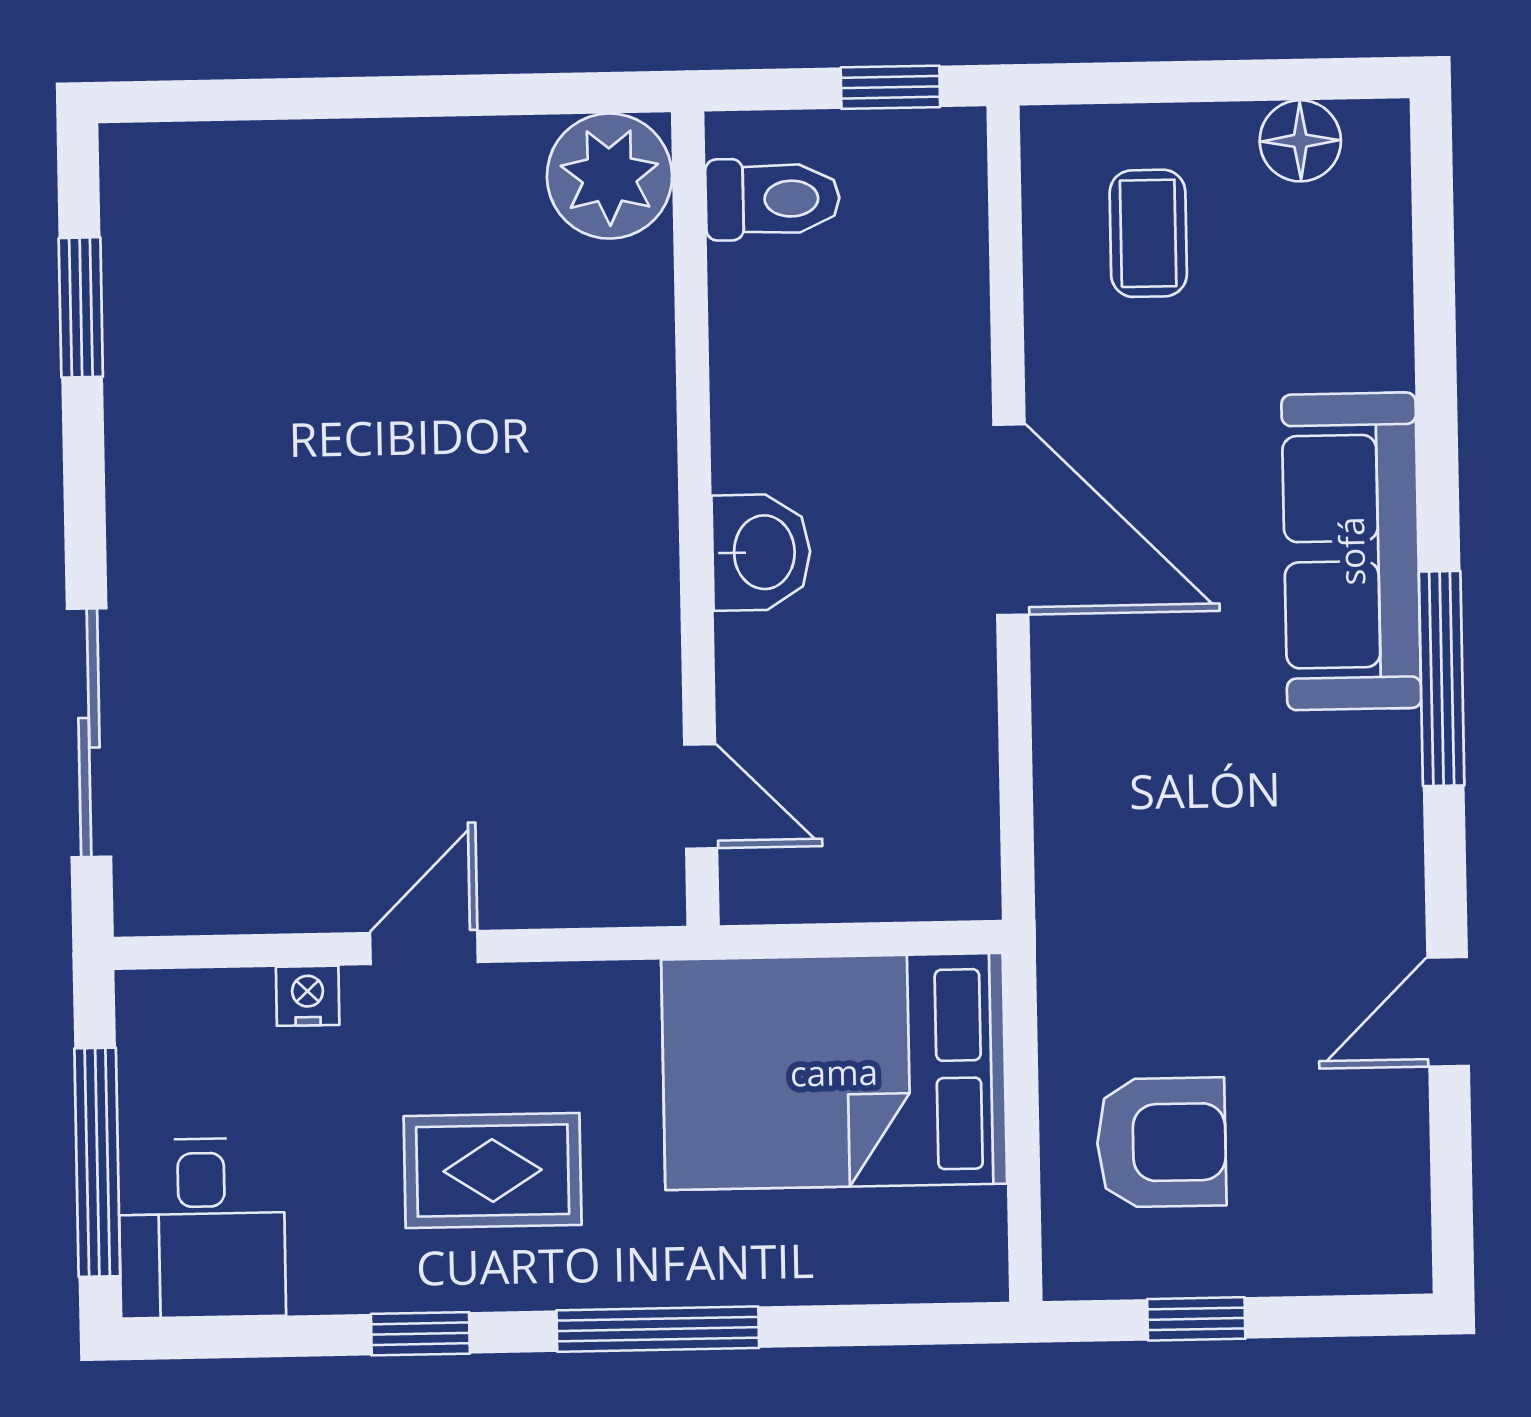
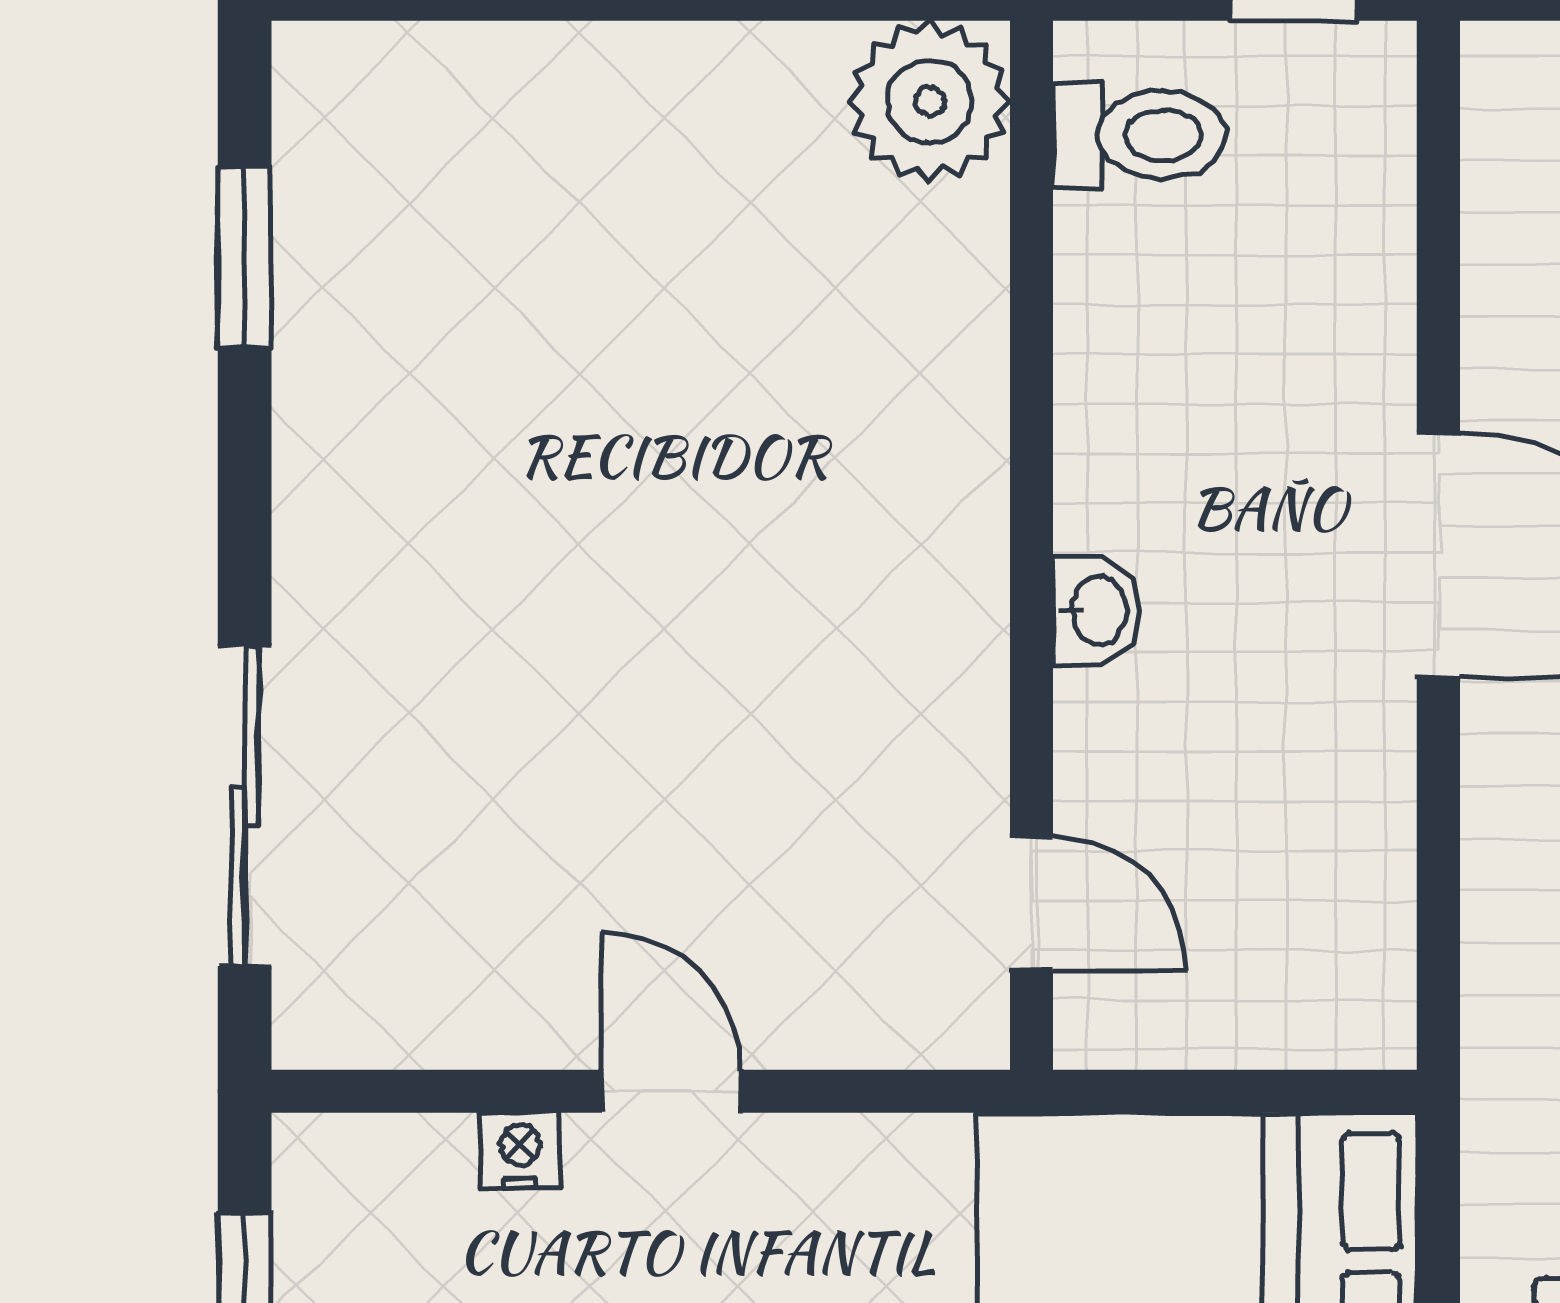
washbasin: (761, 552) -> (1096, 611), width x0.72, depth x0.69
door: (424, 947) -> (671, 1091), hinge flipped

